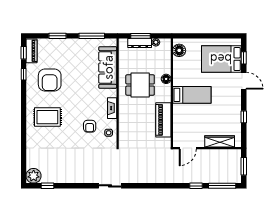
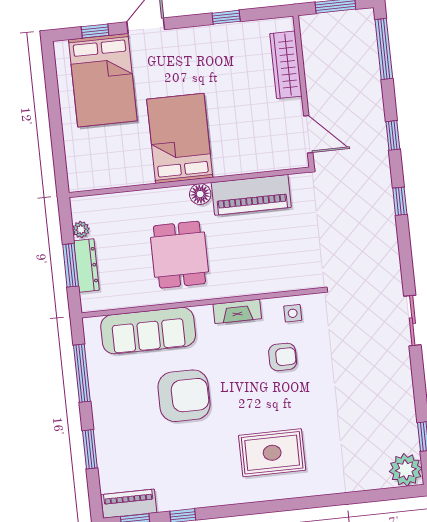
floor lamp: (179, 50) -> (94, 176), removed
floor lamp: (166, 79) -> (200, 194), moved
armchair: (50, 80) -> (184, 396), moved
bed: (192, 95) -> (180, 138), width x1.50
rug: (47, 117) -> (272, 453), turned 90
sliding door: (110, 186) -> (412, 321), moved
window: (154, 186) -> (400, 201), added
window: (196, 186) -> (393, 135), moved

